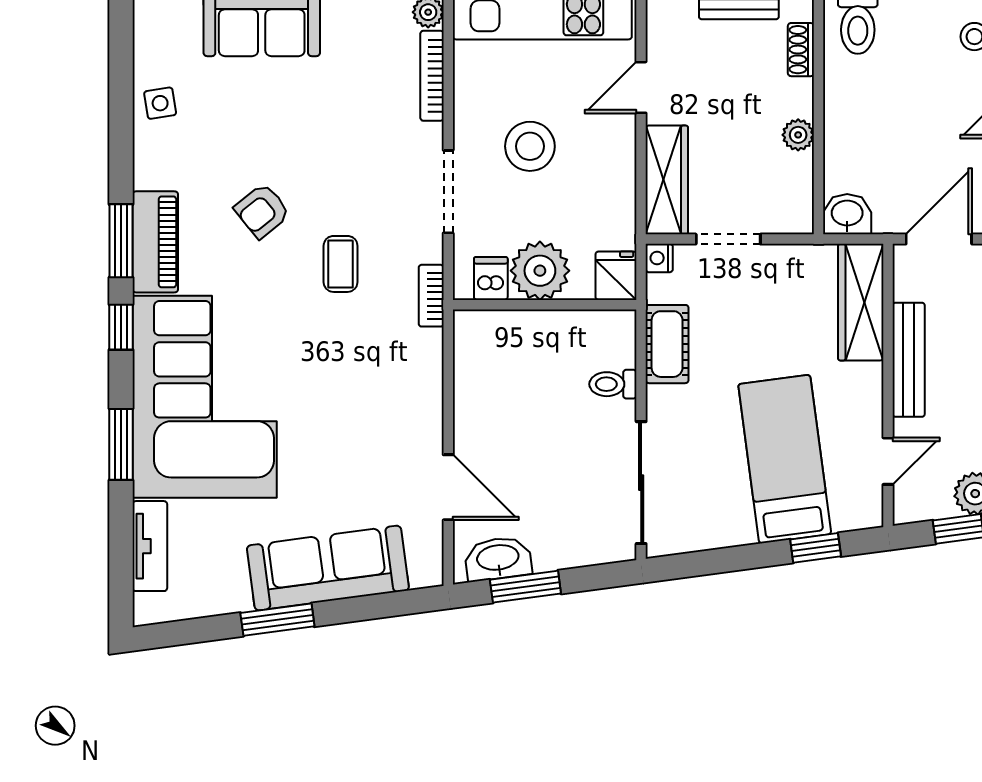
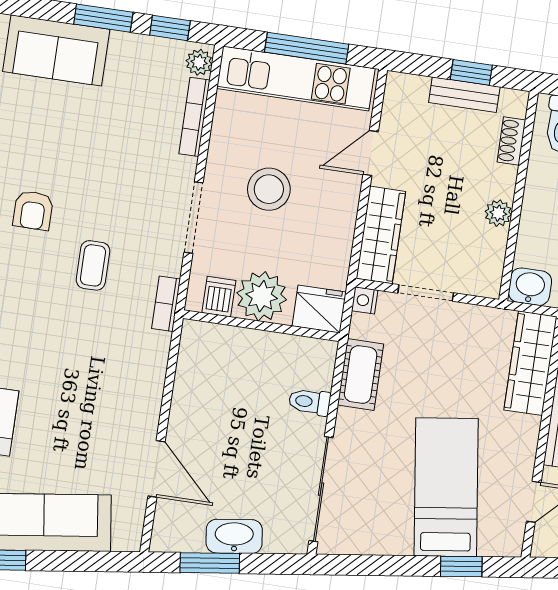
armchair: (262, 211) -> (33, 210), turned -51
fridge: (616, 276) -> (319, 309), width x1.38
washbasin: (498, 559) -> (234, 536), moved

